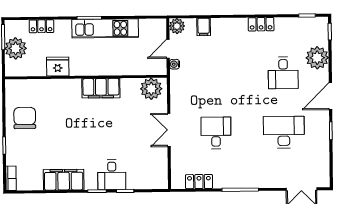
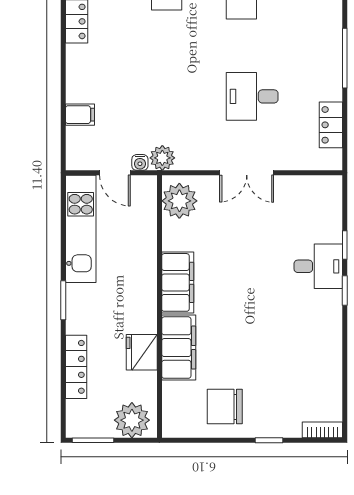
locker: (41, 26) -> (76, 367), width x1.53
plant: (177, 26) -> (162, 158), moved
kitchen unit: (105, 28) -> (81, 229), moved
plant: (16, 48) -> (132, 420), moved
filing cabinet: (64, 180) -> (179, 348), moved, turned 180

